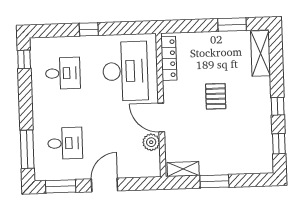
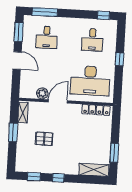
pallet: (216, 96) -> (44, 139), moved

